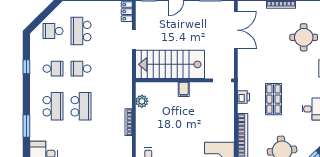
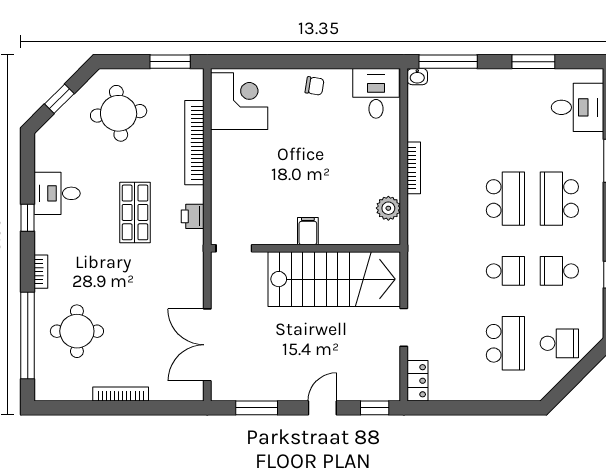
school desk: (81, 106) -> (505, 199), turned 180

